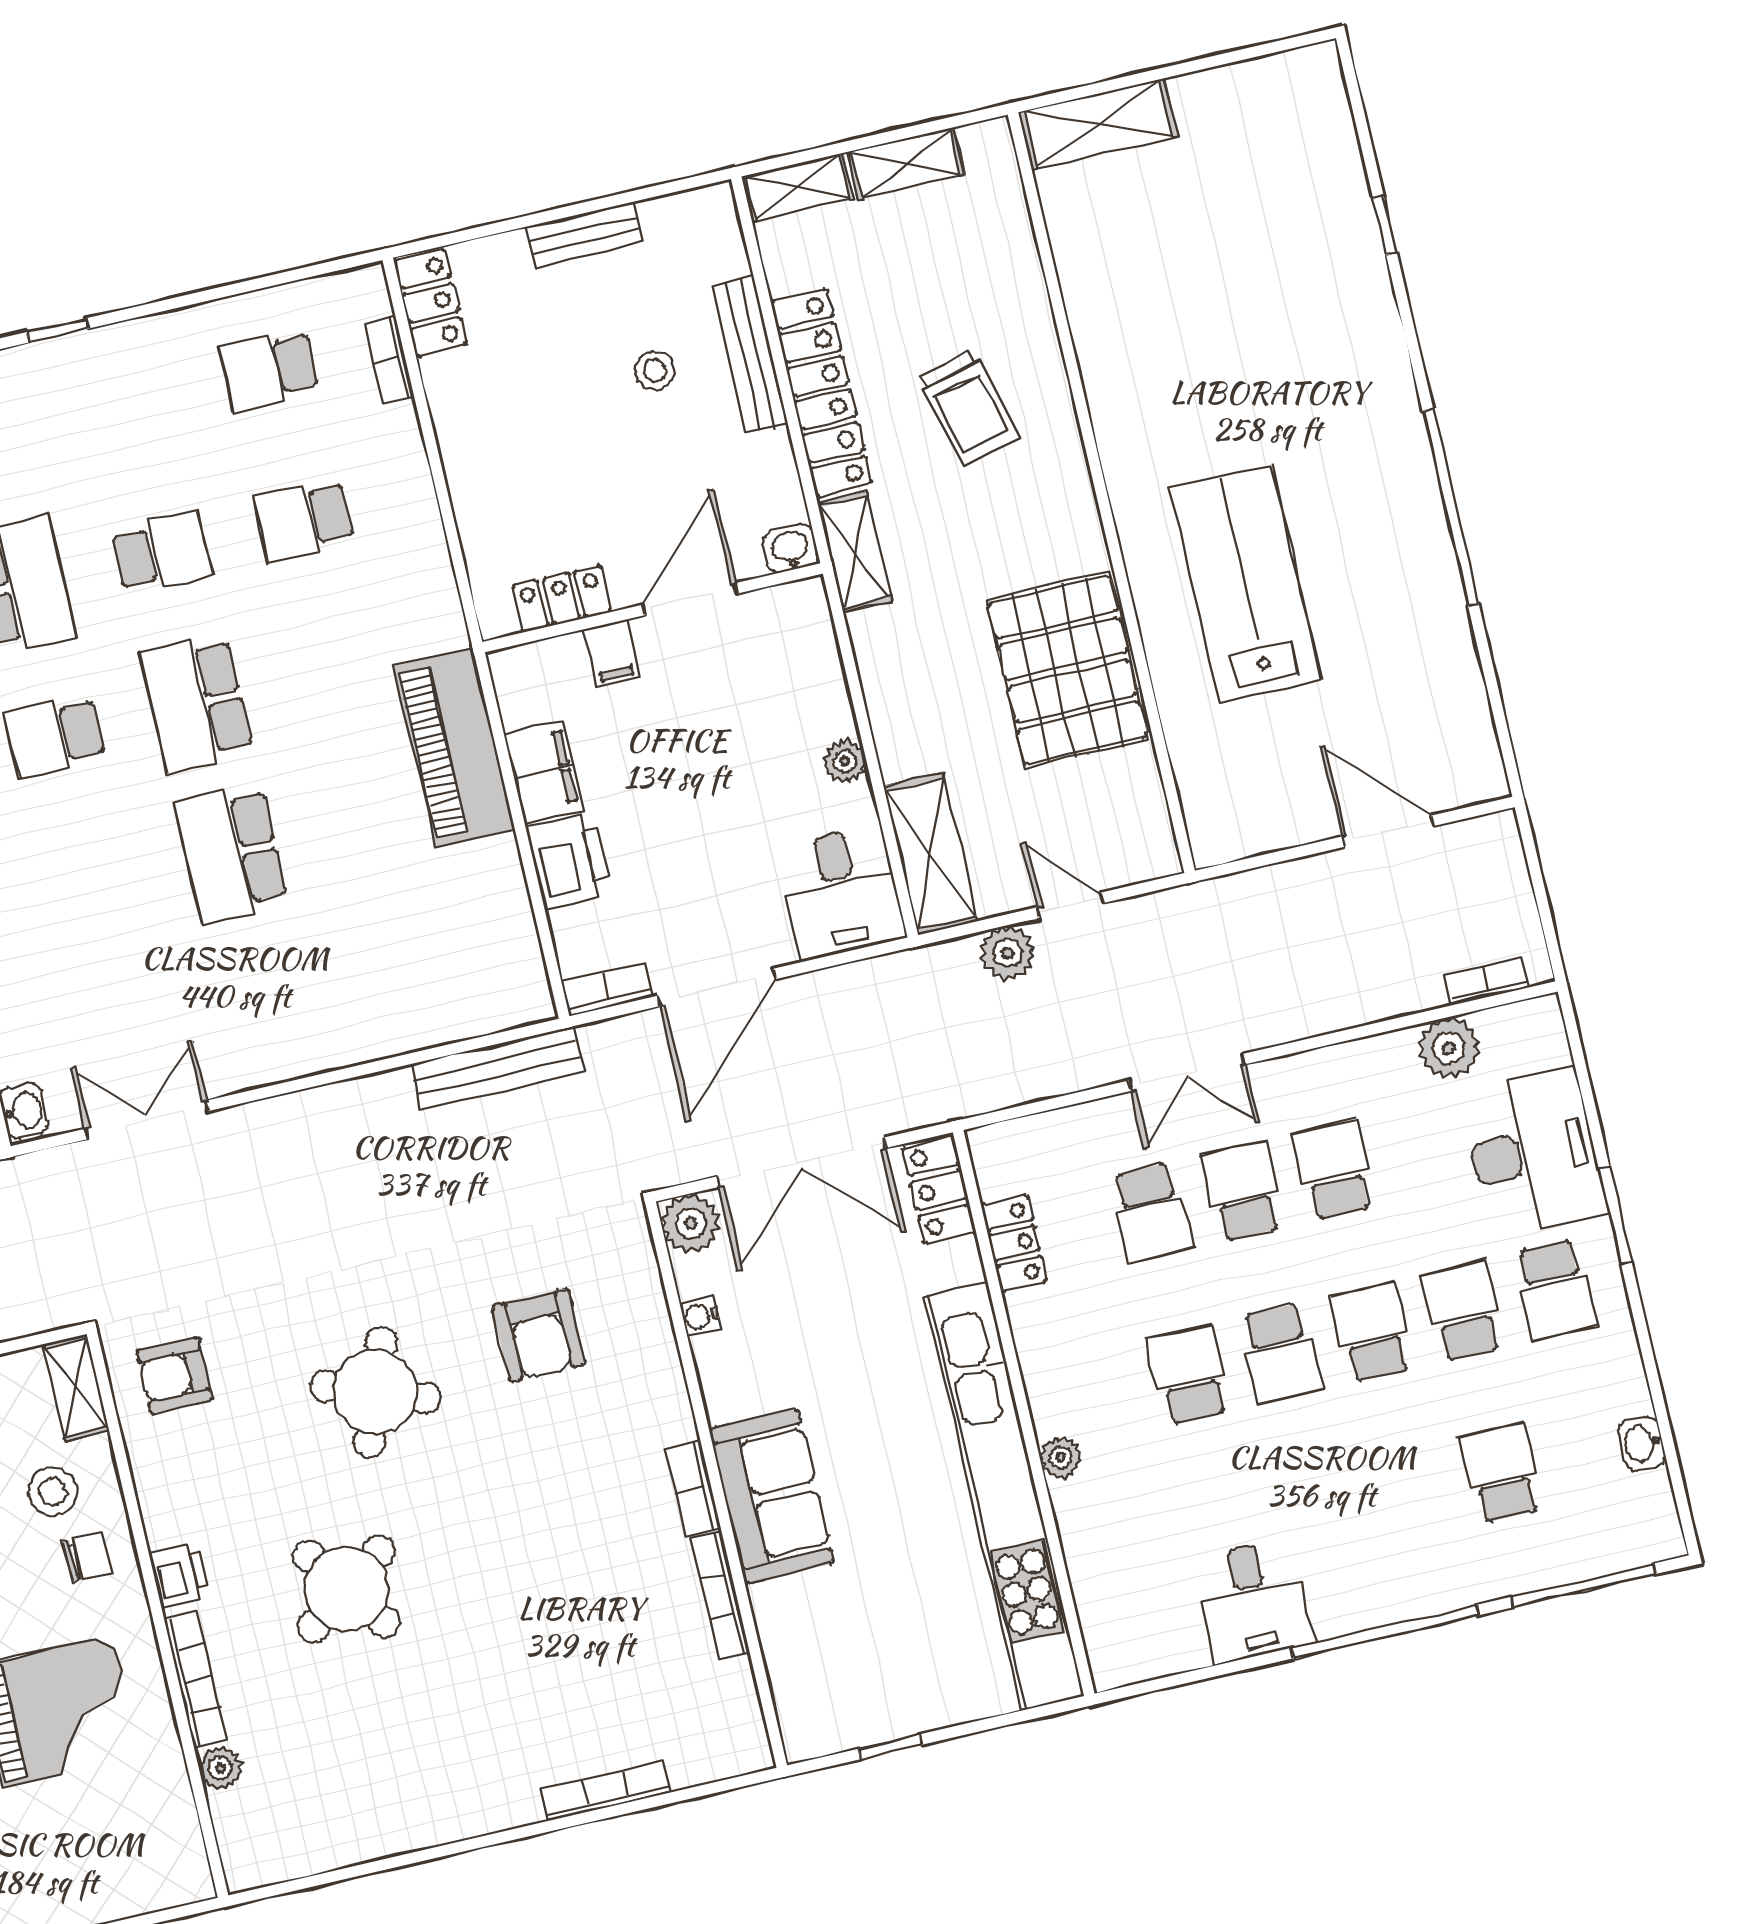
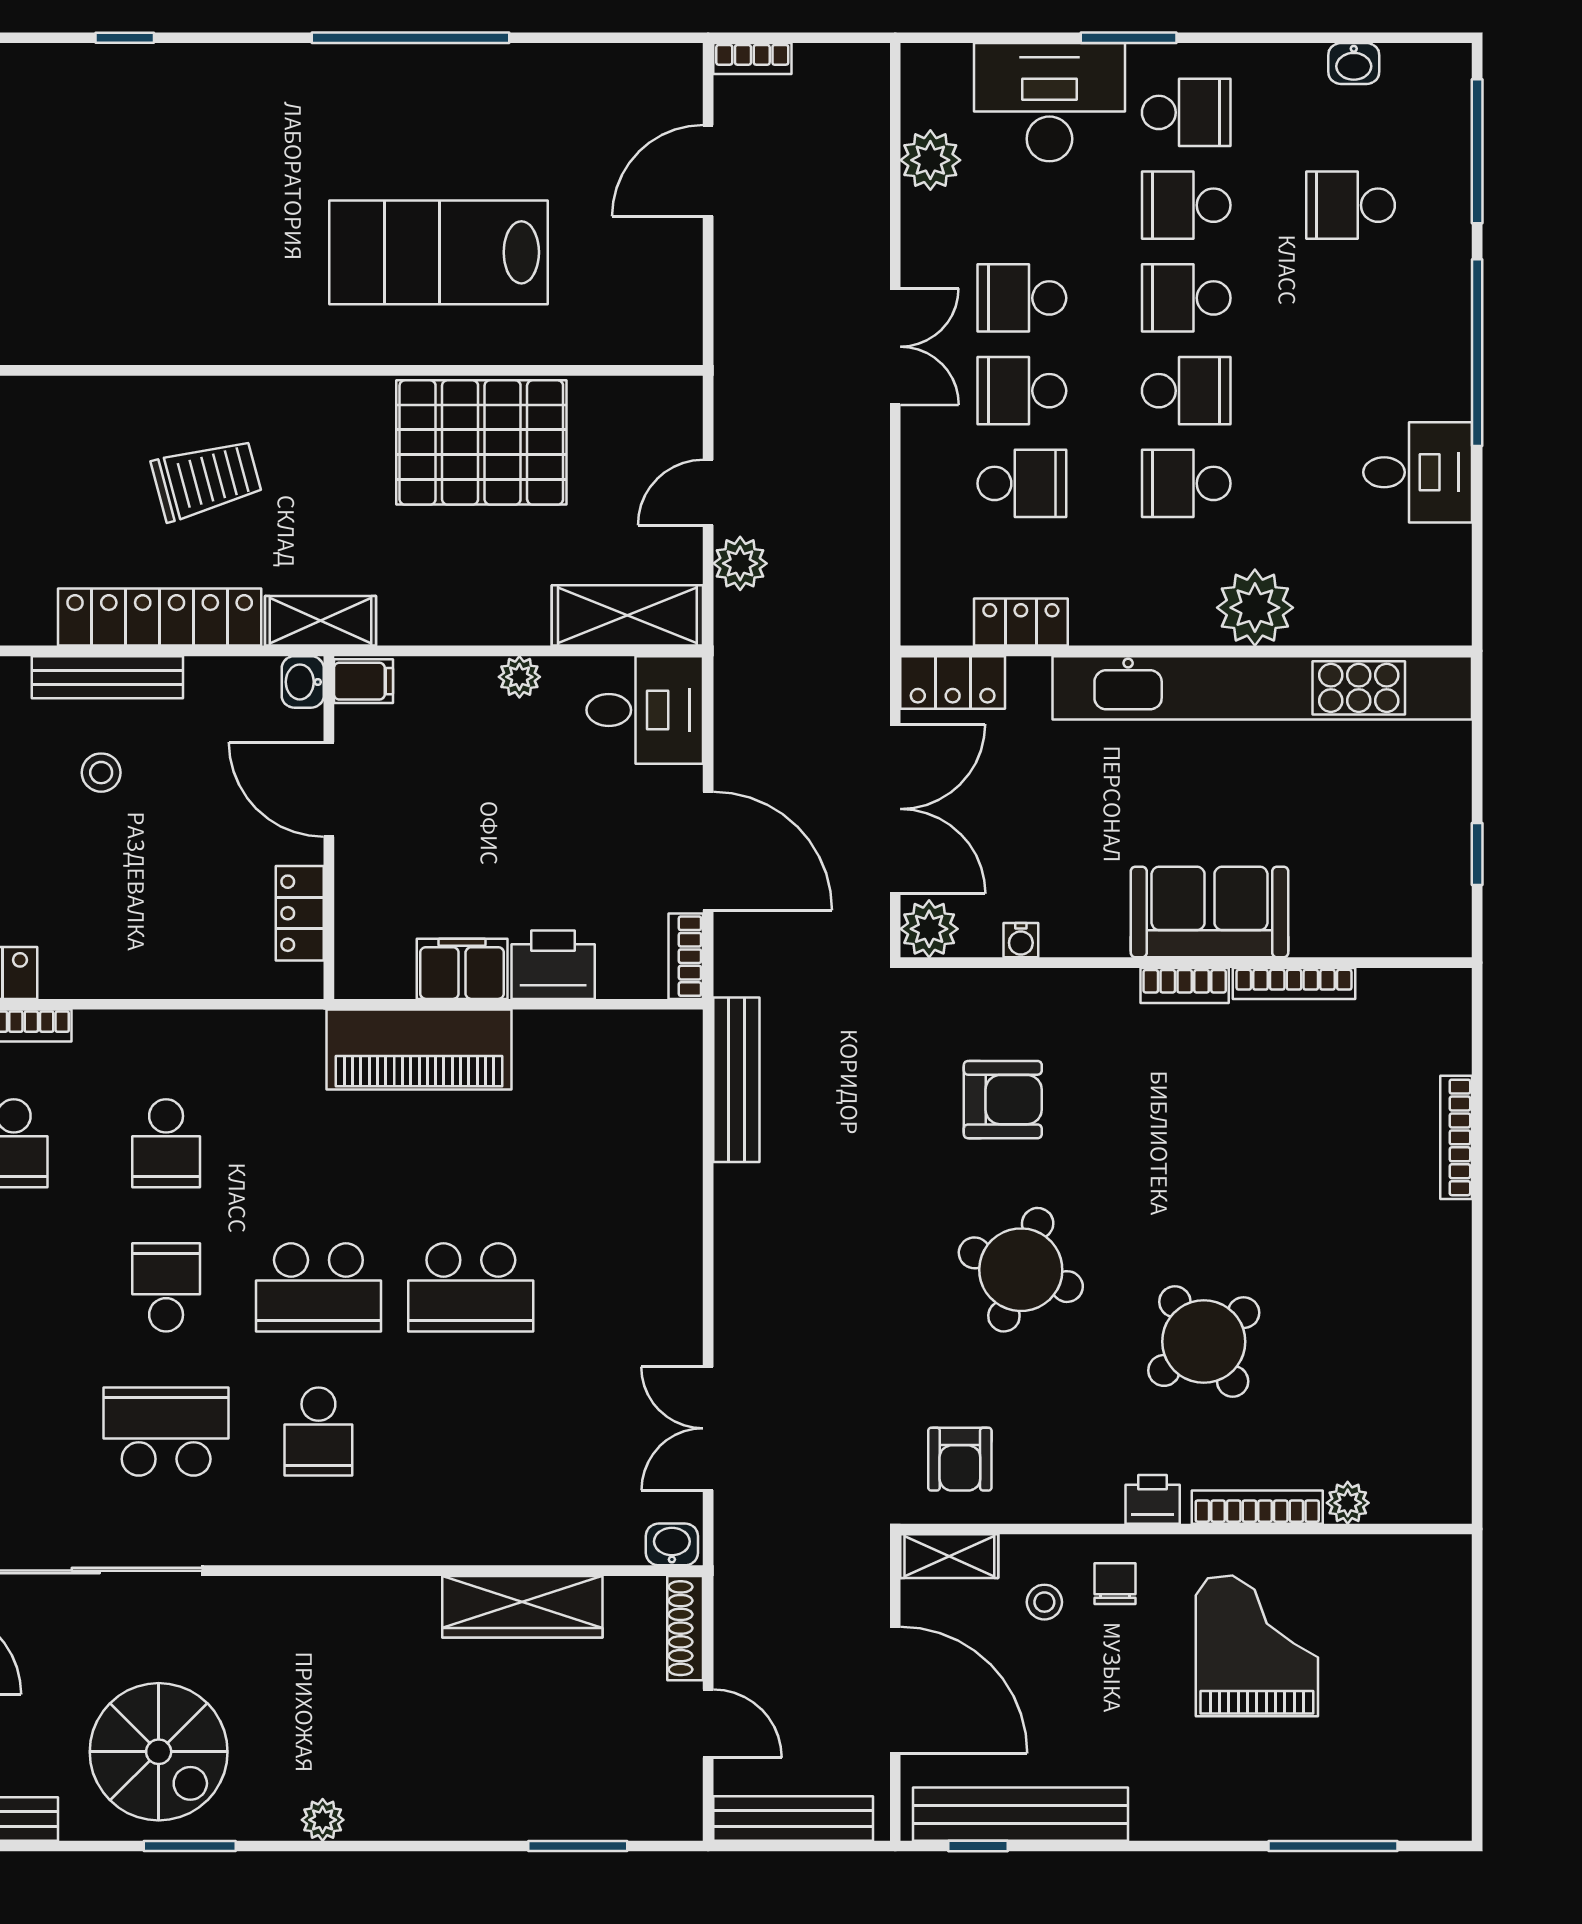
filing cabinet: (612, 653) -> (363, 681), moved
bookcase: (1486, 981) -> (752, 59), moved, turned -90
double door: (1187, 1072) -> (895, 347), moved
plant: (1061, 1457) -> (1255, 608), width x1.88, depth x1.88
stool: (53, 1492) -> (1044, 1602), width x0.73, depth x0.73

